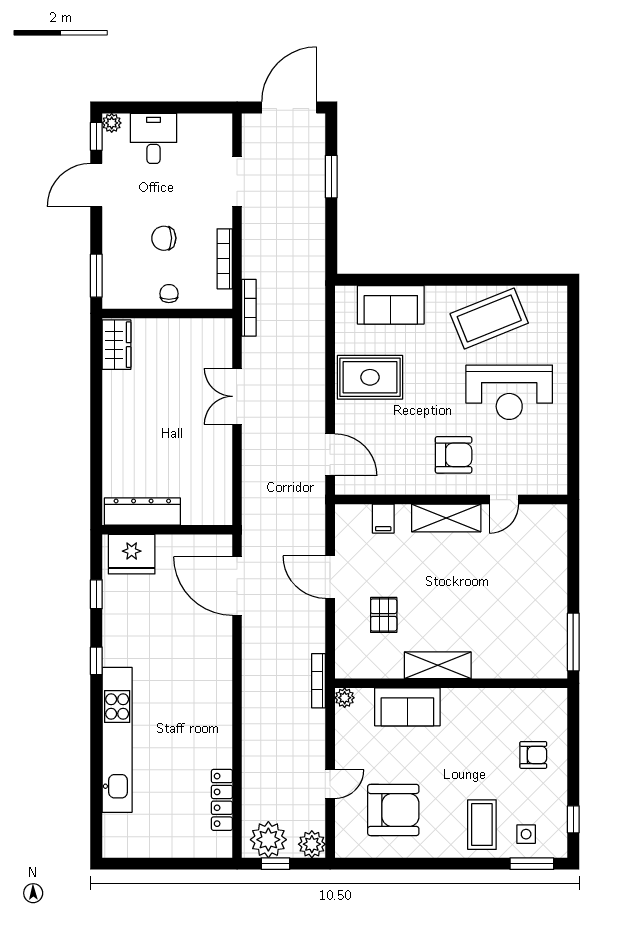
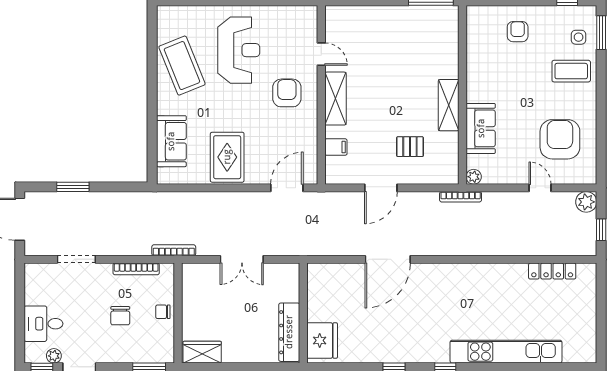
plant: (112, 123) -> (54, 356), moved
dresser: (142, 512) -> (289, 332), moved
wall: (167, 530) -> (303, 313), moved
fridge: (132, 554) -> (322, 340), moved
plant: (268, 840) -> (583, 235), removed

